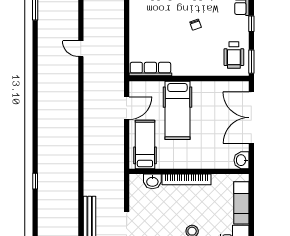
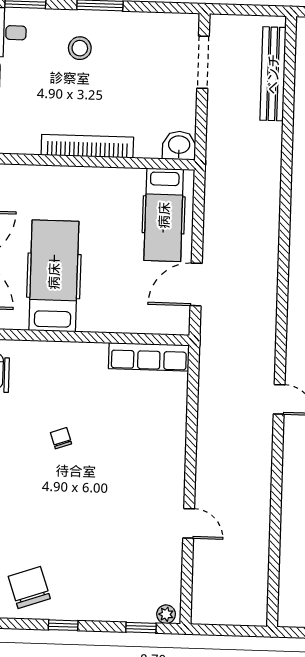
hospital bed: (177, 110) -> (54, 276), moved
washbasin: (152, 181) -> (179, 145), moved

